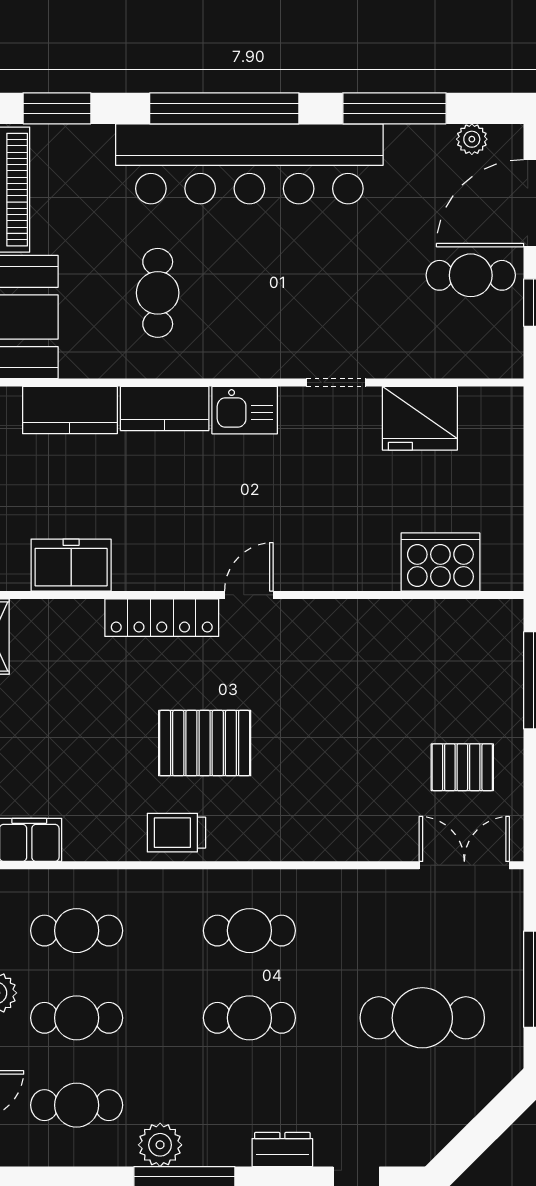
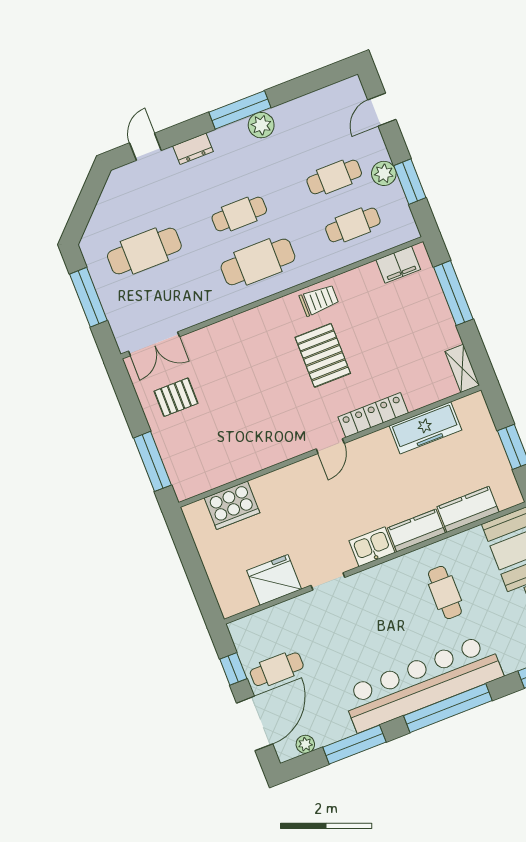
freezer: (71, 565) -> (425, 428), width x1.40
pallet: (205, 743) -> (323, 355), turned 90
cafe table: (249, 931) -> (258, 262), width x1.37, depth x1.35
cafe table: (77, 1105) -> (316, 129), removed

